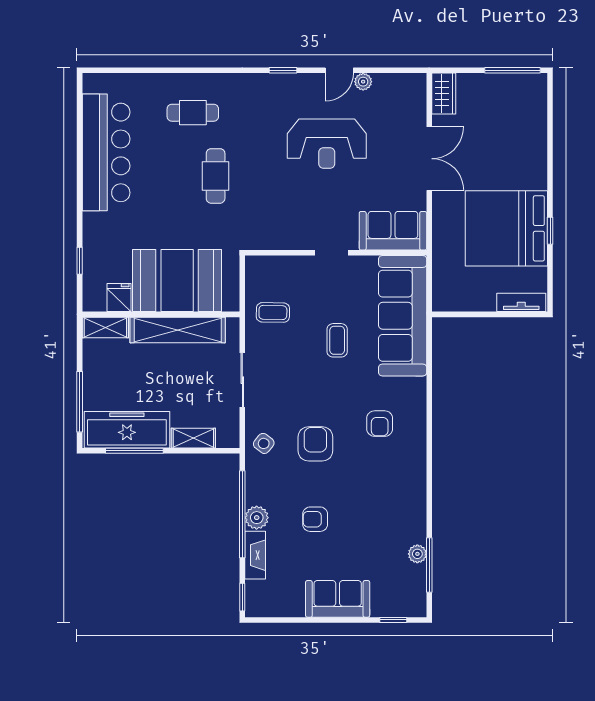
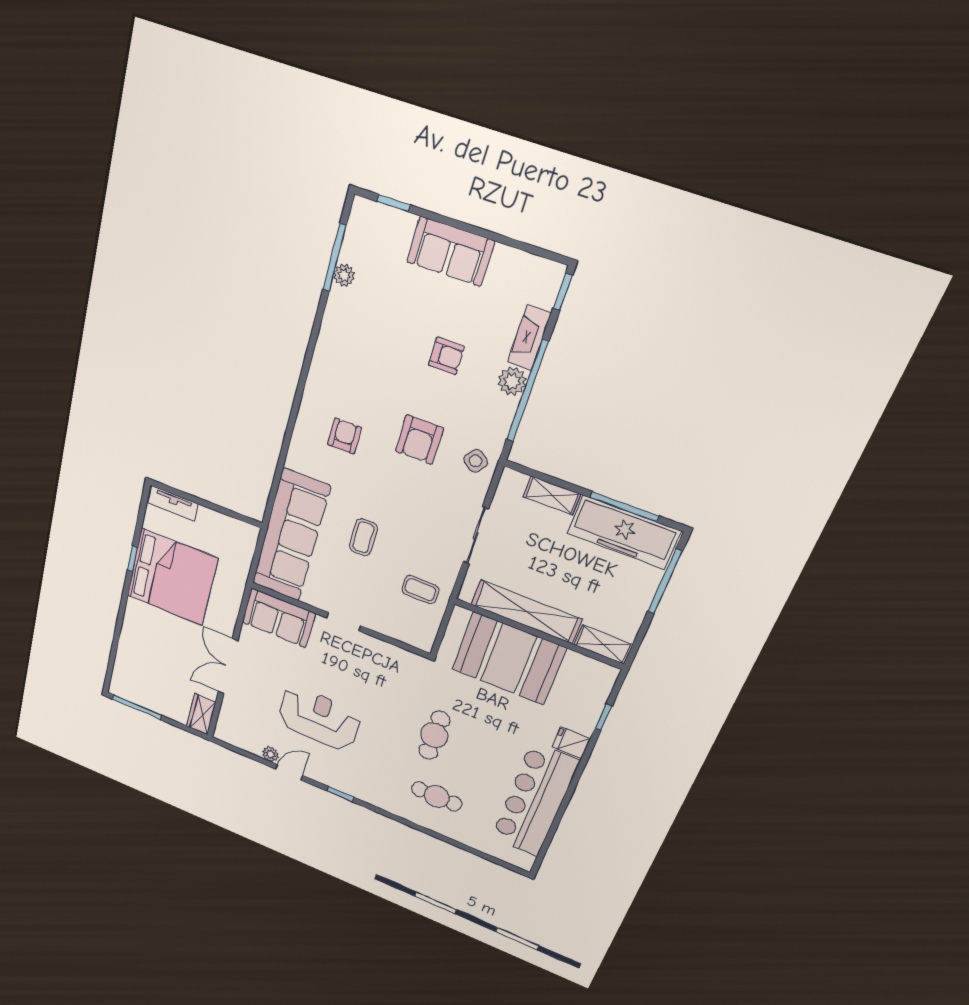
fridge: (119, 298) -> (571, 743), moved, turned 90

